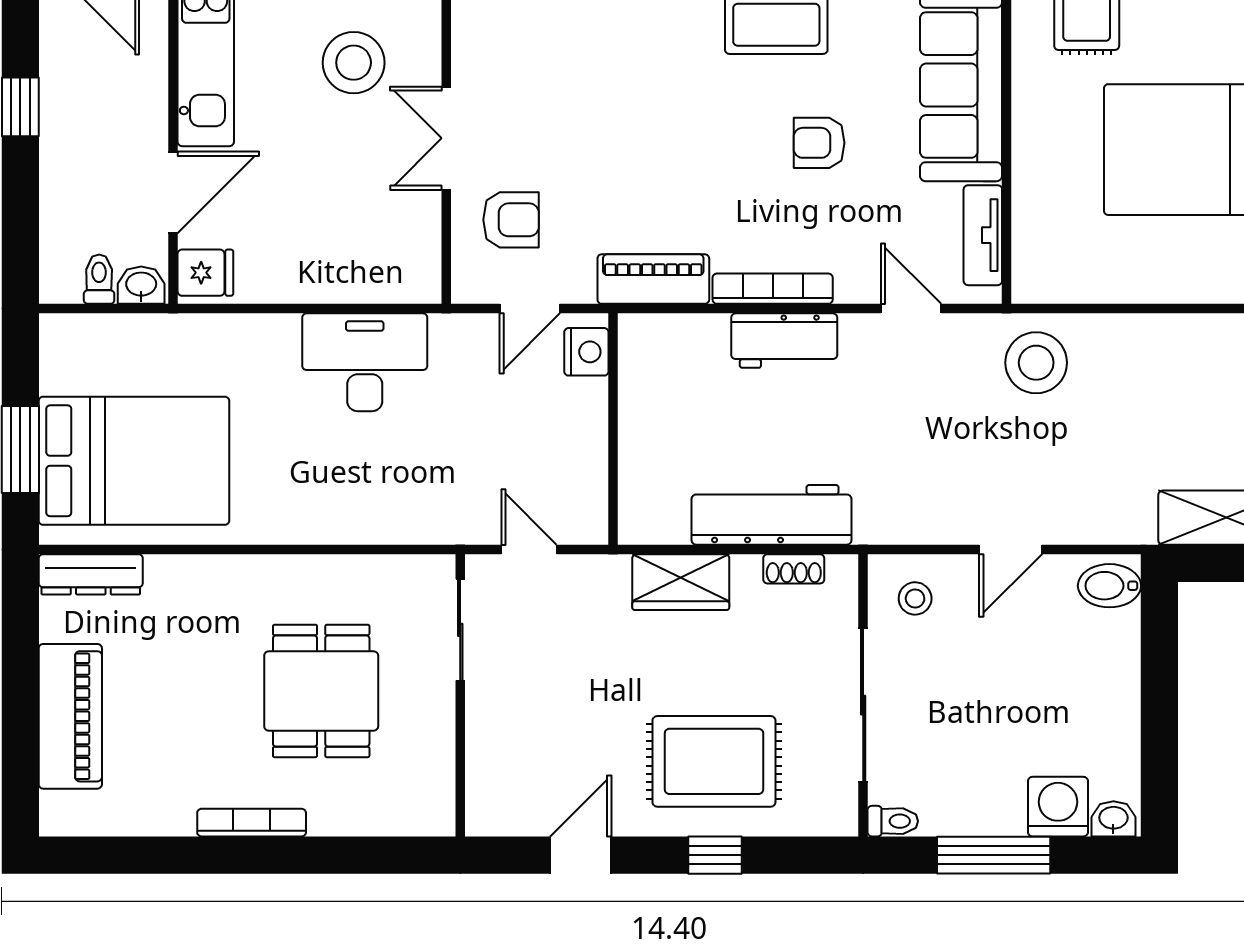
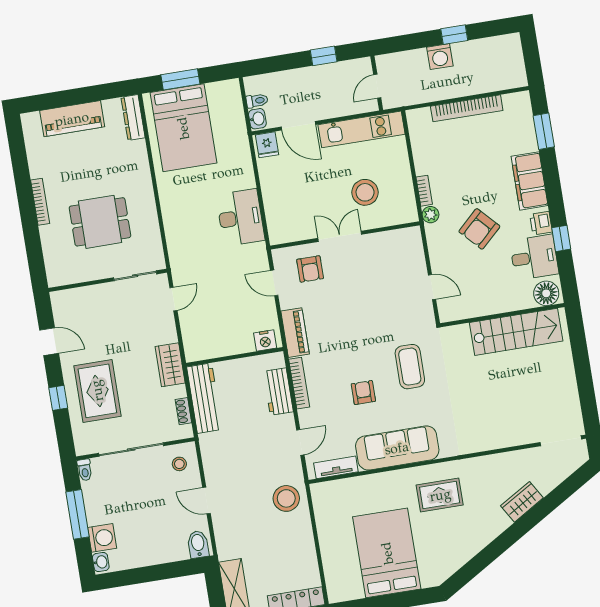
nightstand: (586, 352) -> (265, 341), moved
wall: (613, 429) -> (235, 357), moved

